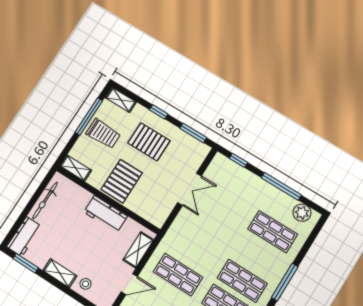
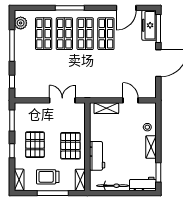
window: (89, 116) -> (53, 193), moved
trolley: (103, 134) -> (48, 177), turned -90
pallet: (122, 181) -> (70, 146), turned 90
double door: (190, 189) -> (62, 100), moved
workbench: (106, 214) -> (97, 156), moved
shop shelf: (178, 275) -> (64, 34), moved

